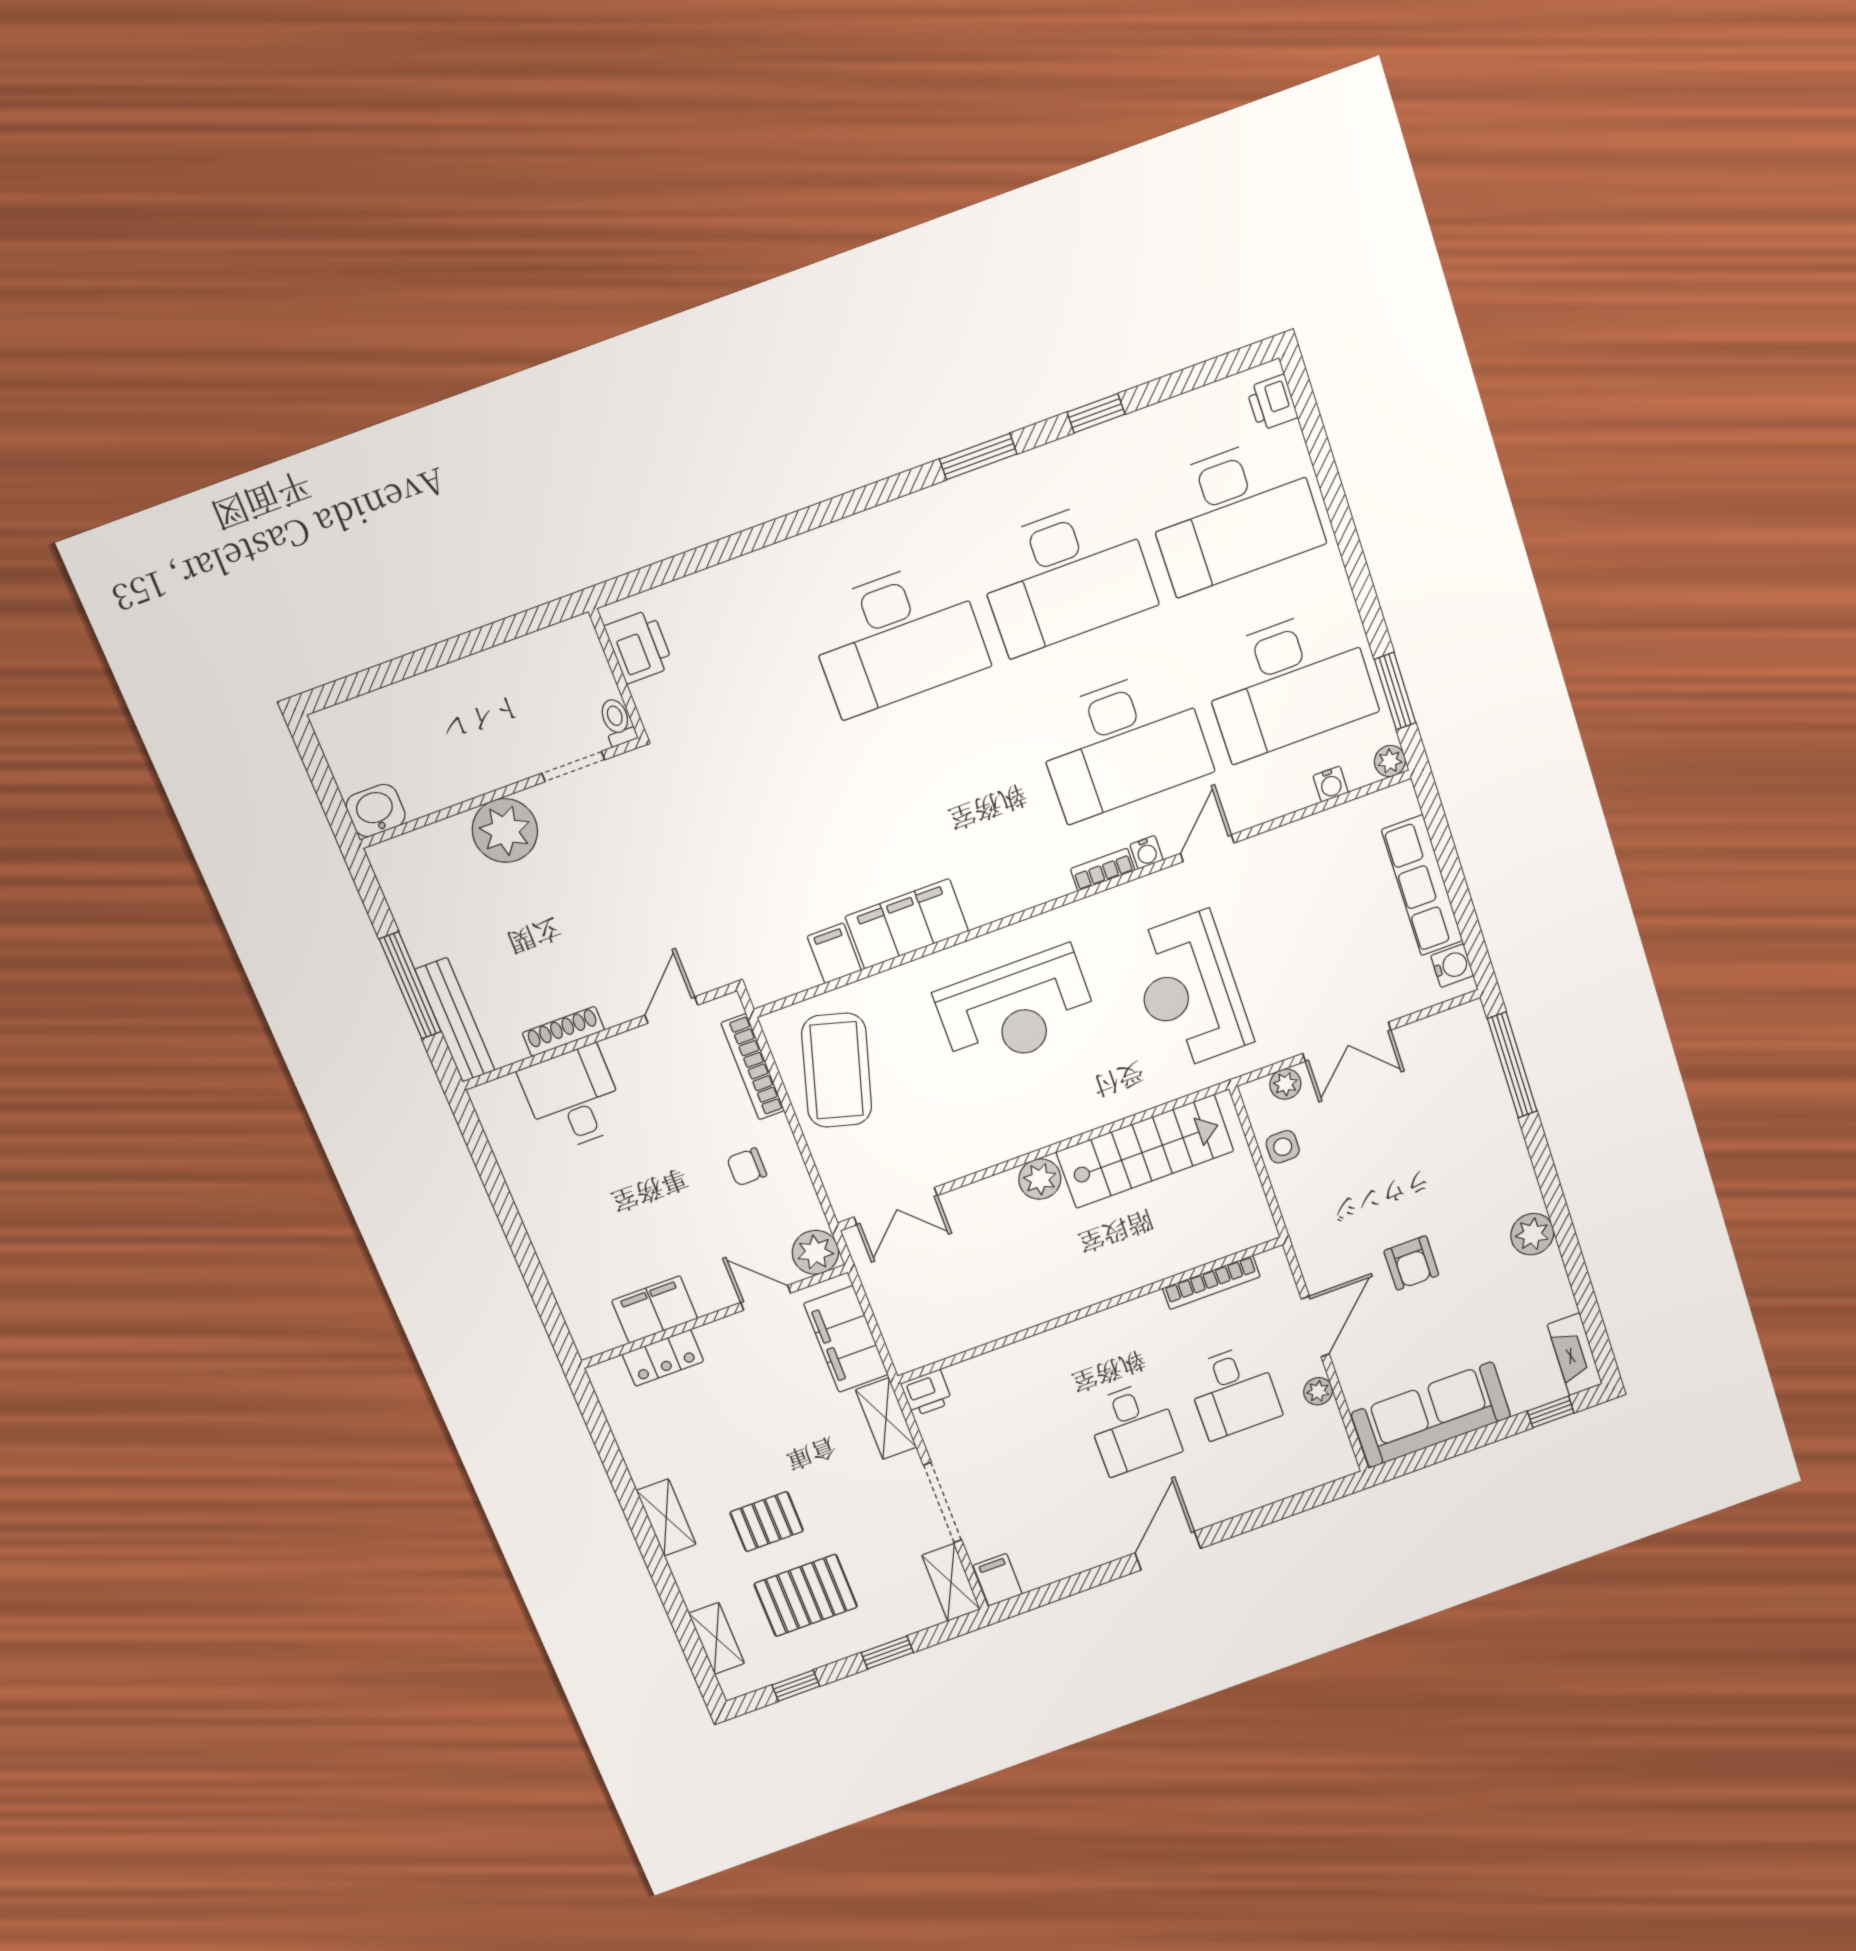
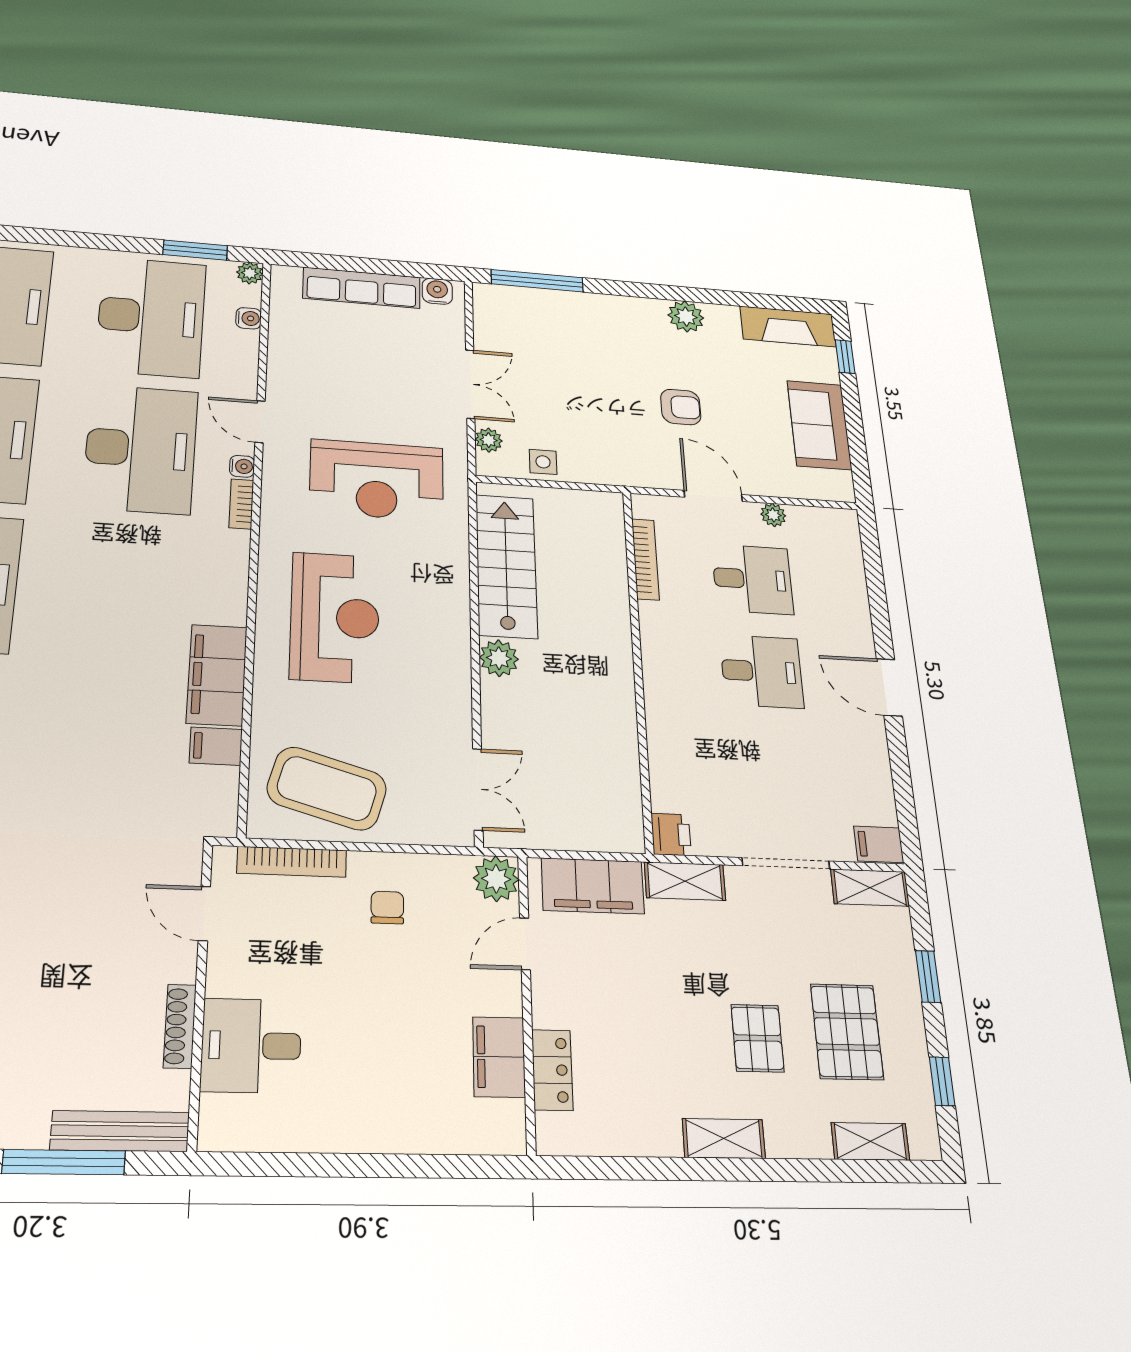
chair: (747, 1167) -> (387, 907), turned 180
fireplace: (1575, 1354) -> (788, 326), width x1.37, depth x1.32
sofa: (1431, 1415) -> (819, 425), width x0.73

